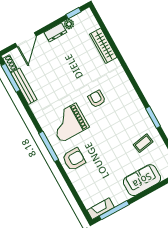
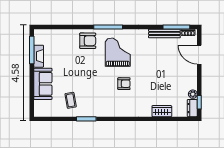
dresser: (55, 32) -> (192, 108), moved
wardrobe: (103, 46) -> (162, 111), width x0.67
armchair: (74, 159) -> (88, 41), turned -90
fireplace: (101, 209) -> (39, 56), moved

